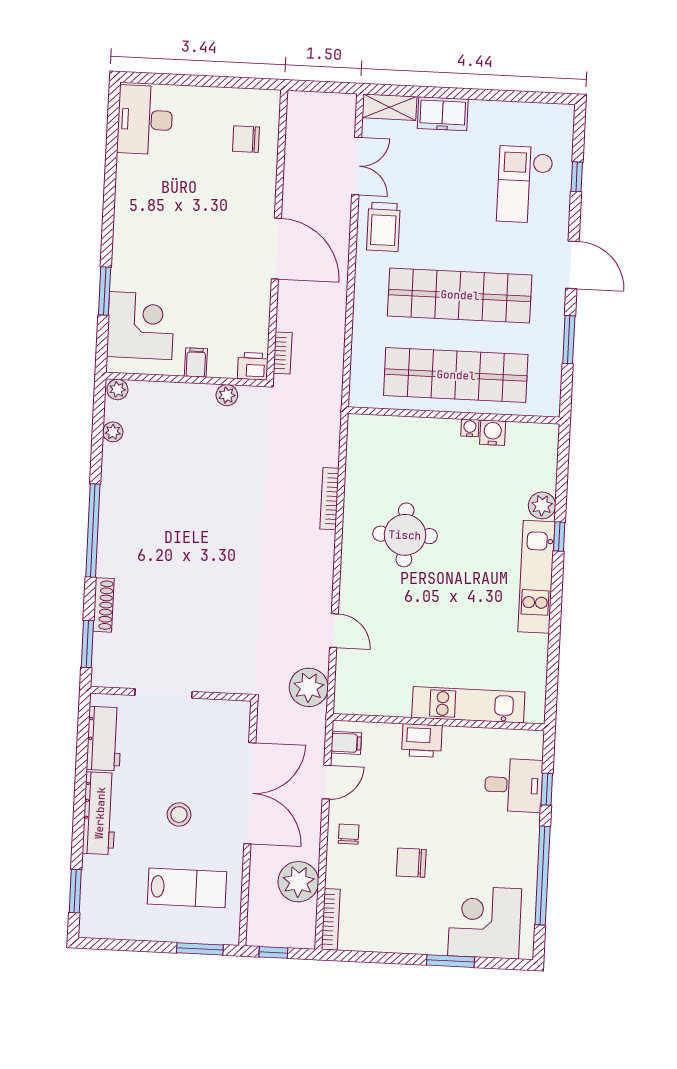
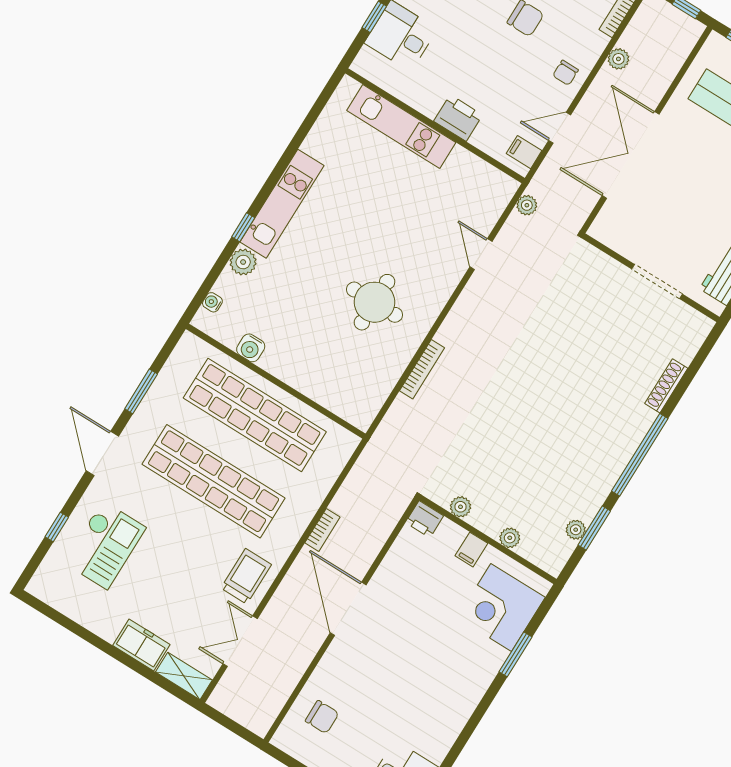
bookcase: (283, 353) -> (322, 530), moved, turned 180
plant: (117, 390) -> (510, 538), moved
water cooler: (470, 428) -> (212, 302), moved, turned 90
window: (87, 644) -> (594, 528), moved
plant: (309, 687) -> (527, 205), width x0.53, depth x0.53
stool: (179, 815) -> (701, 170), removed
plant: (298, 882) -> (618, 59), width x0.53, depth x0.53

